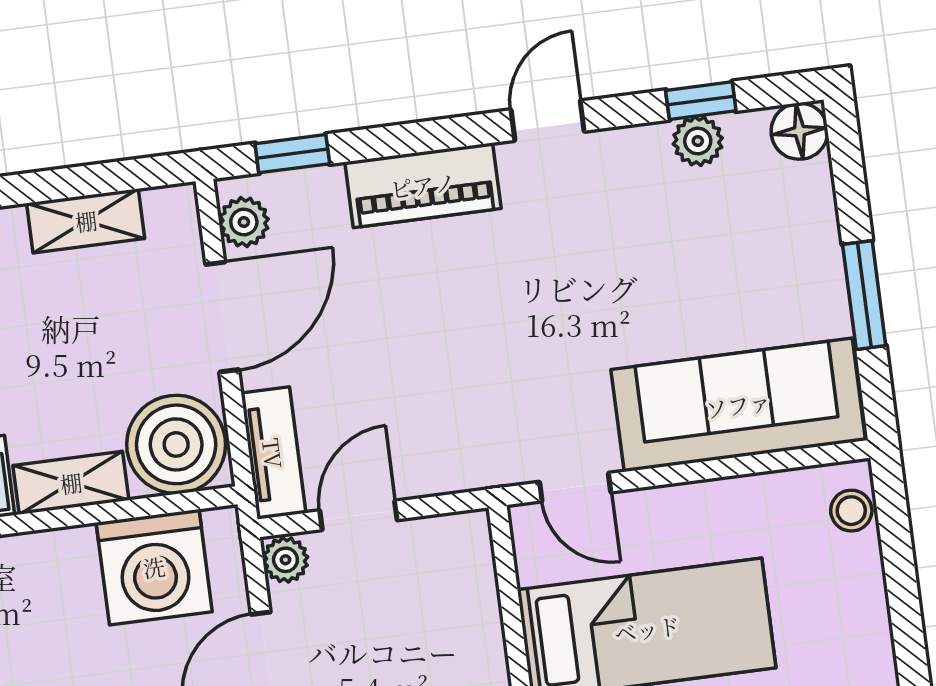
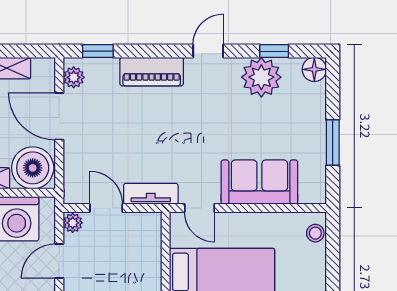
plant: (698, 141) -> (261, 77), width x1.87, depth x1.87
door: (222, 317) -> (59, 116), swing flipped
sofa: (738, 405) -> (259, 182), width x0.73
tv unit: (273, 453) -> (151, 194), moved, turned -90
door: (358, 515) -> (106, 208), hinge flipped

